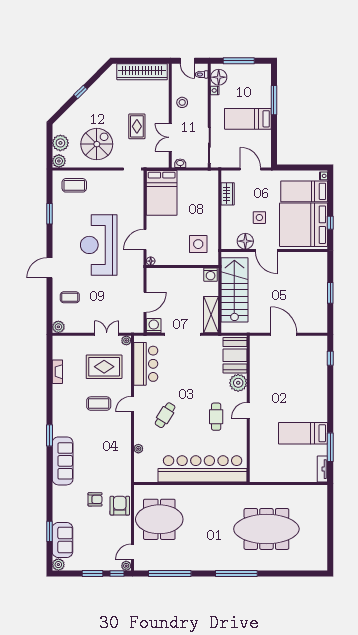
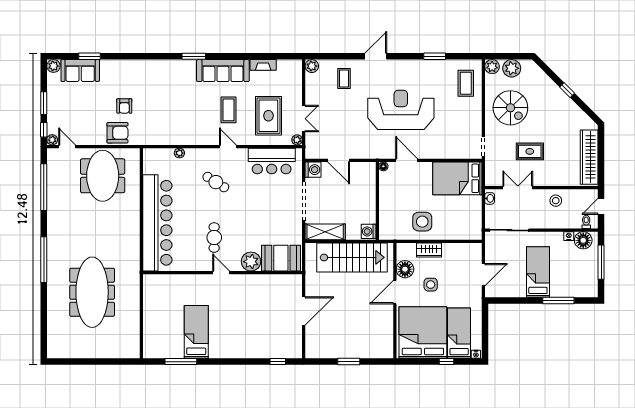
wardrobe: (228, 194) -> (429, 250), moved
window: (330, 223) -> (446, 362), moved
side table: (198, 244) -> (422, 222), moved
door: (49, 268) -> (376, 56), hinge flipped
cafe table: (216, 417) -> (214, 238), turned 90
sofa: (63, 461) -> (223, 71), moved
tv unit: (322, 469) -> (157, 353), removed

